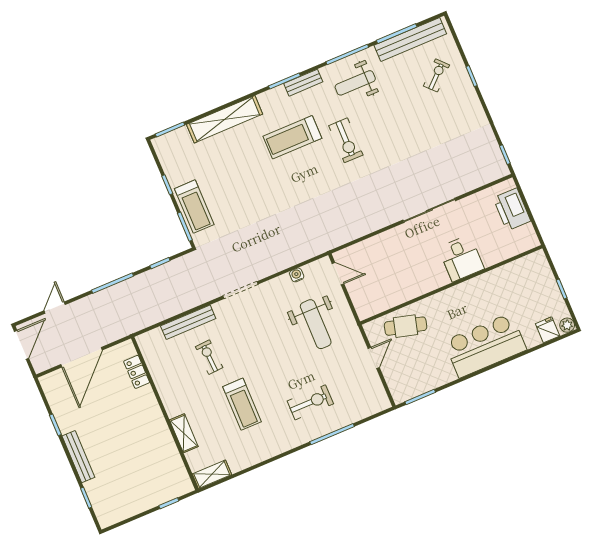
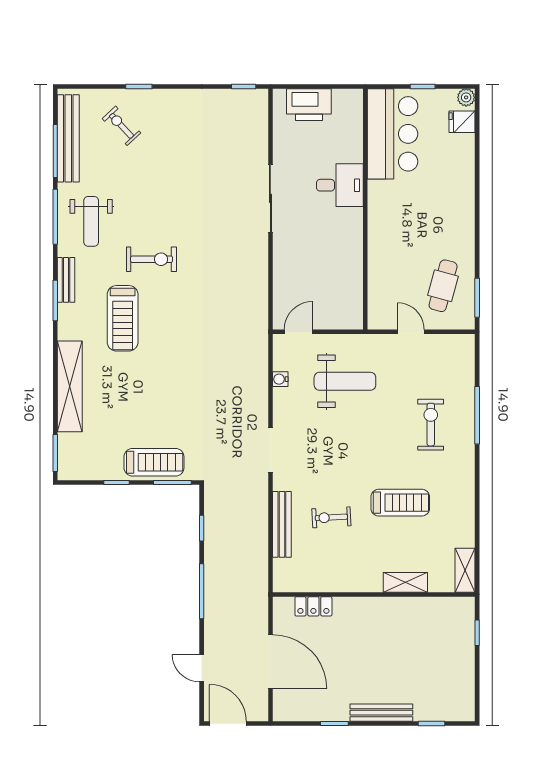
cafe table: (406, 326) -> (443, 286), moved
bar counter: (485, 345) -> (393, 134), moved, turned 180

